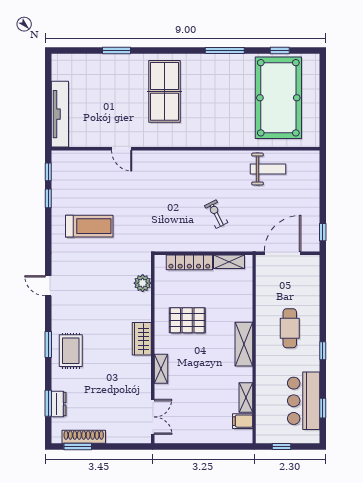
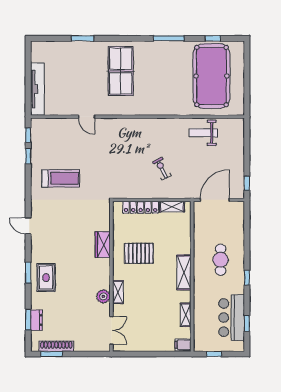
weight bench: (268, 169) -> (203, 133), turned 180
plant: (143, 283) -> (103, 296), moved
wardrobe: (142, 339) -> (103, 245), moved
filing cabinet: (243, 421) -> (183, 345), moved

